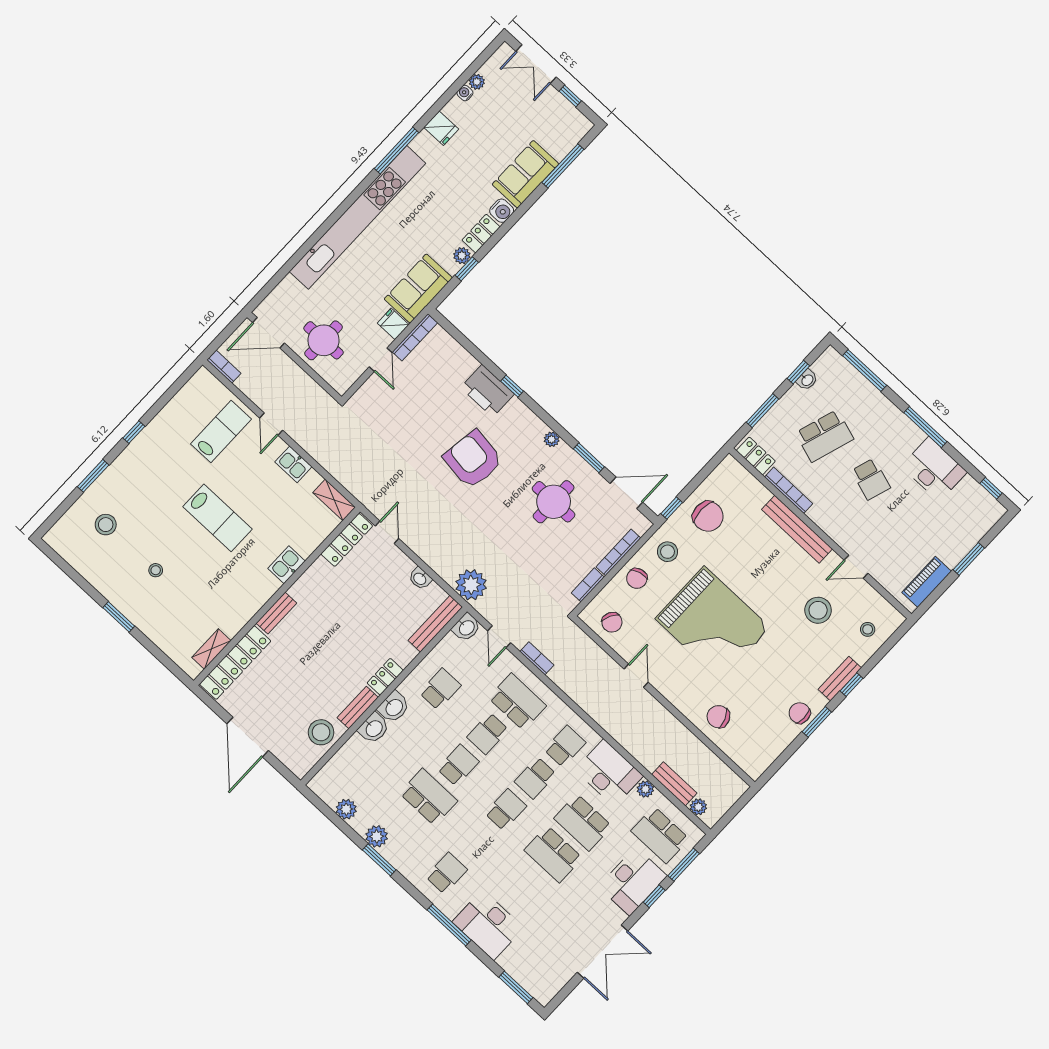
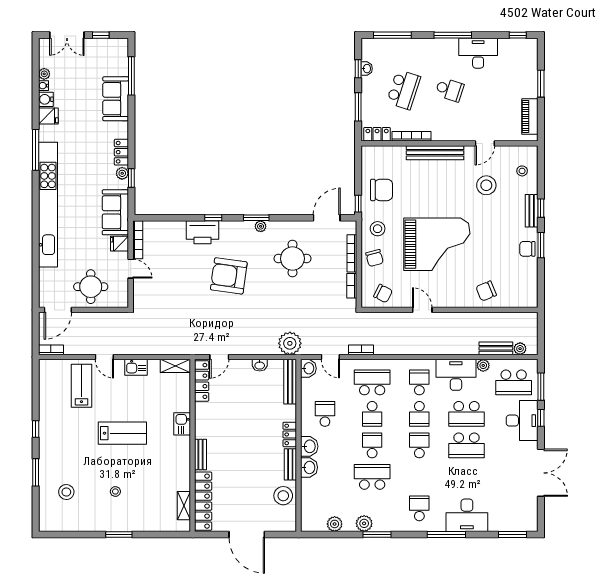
water cooler: (502, 211) -> (46, 99), moved, turned 180
window: (589, 458) -> (256, 218), moved
door: (387, 532) -> (219, 357), swing flipped

